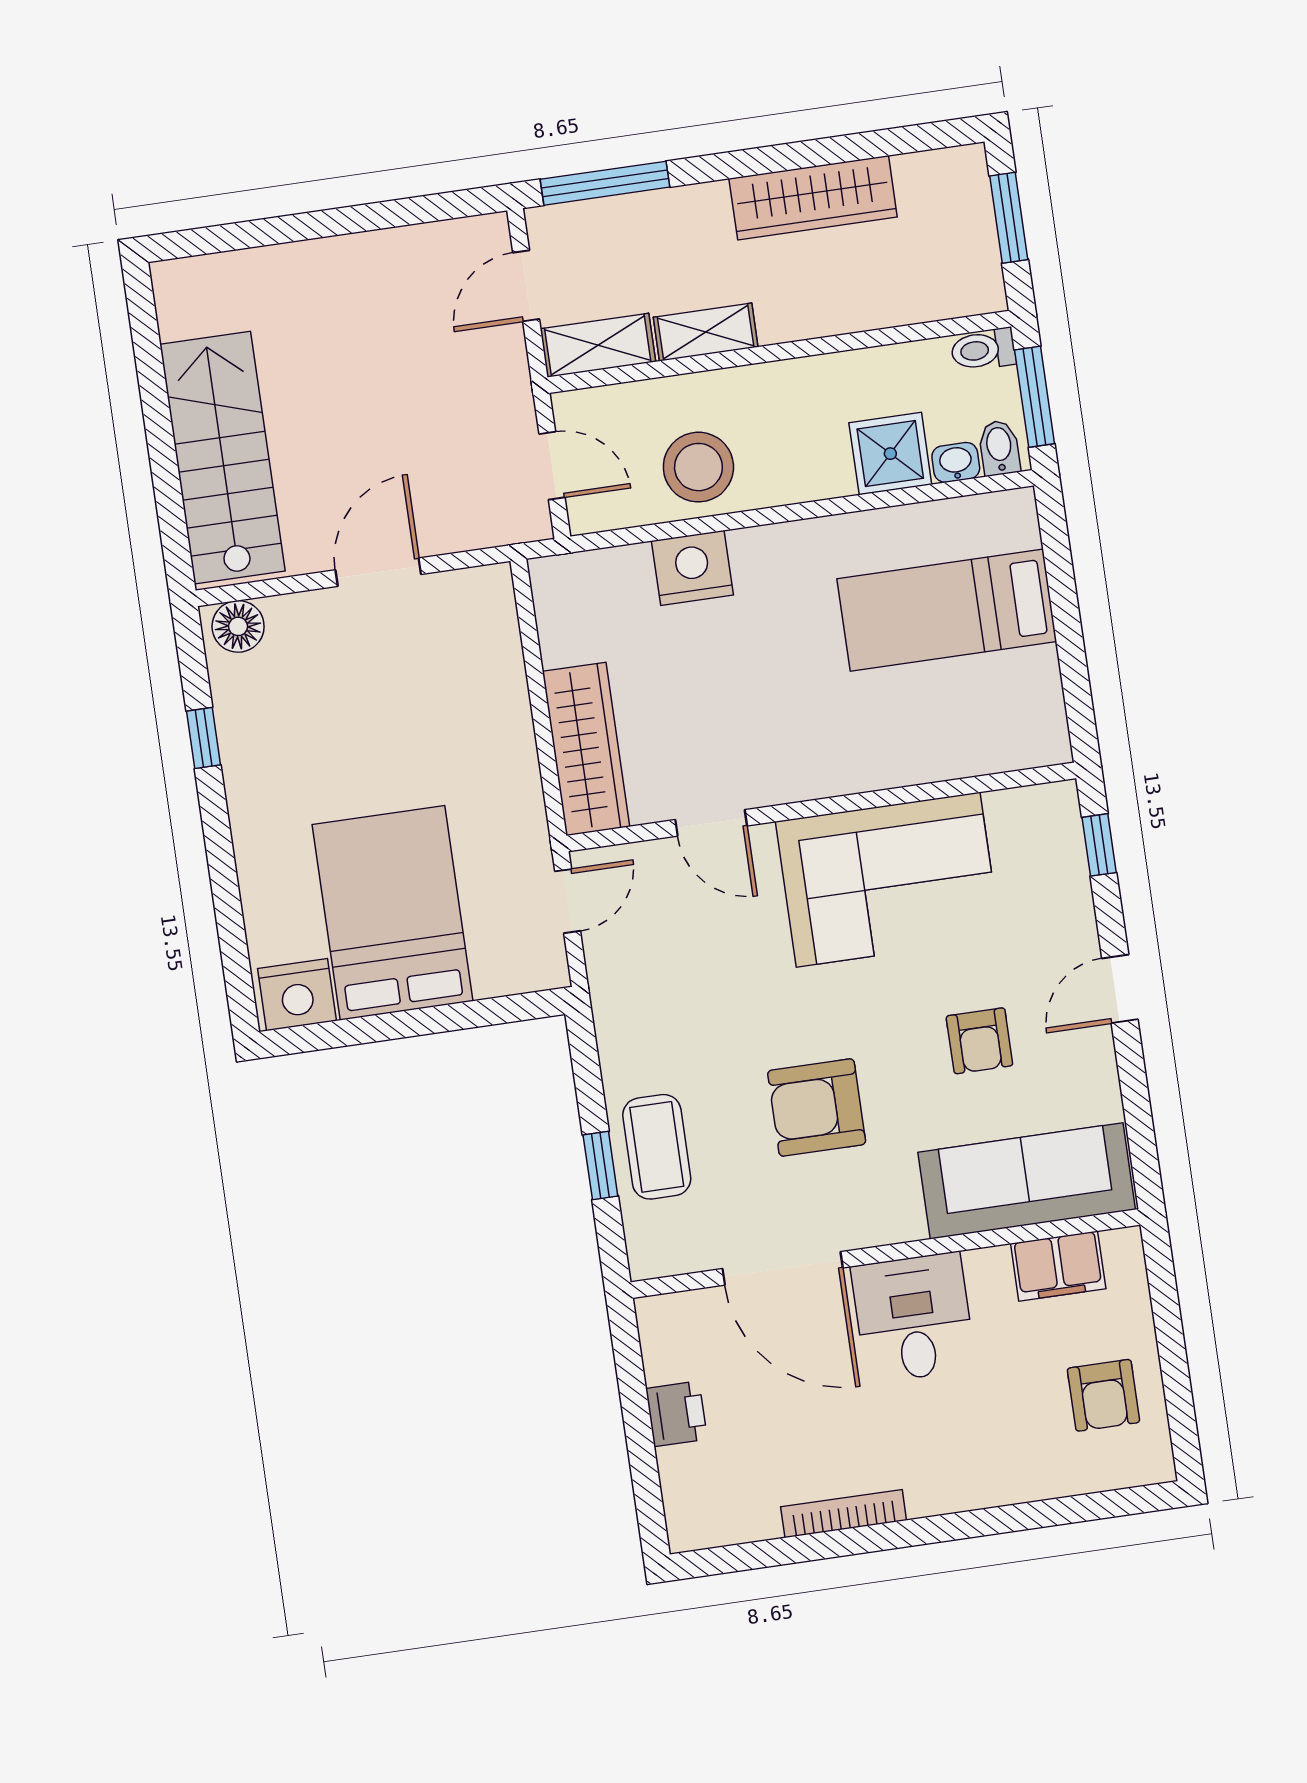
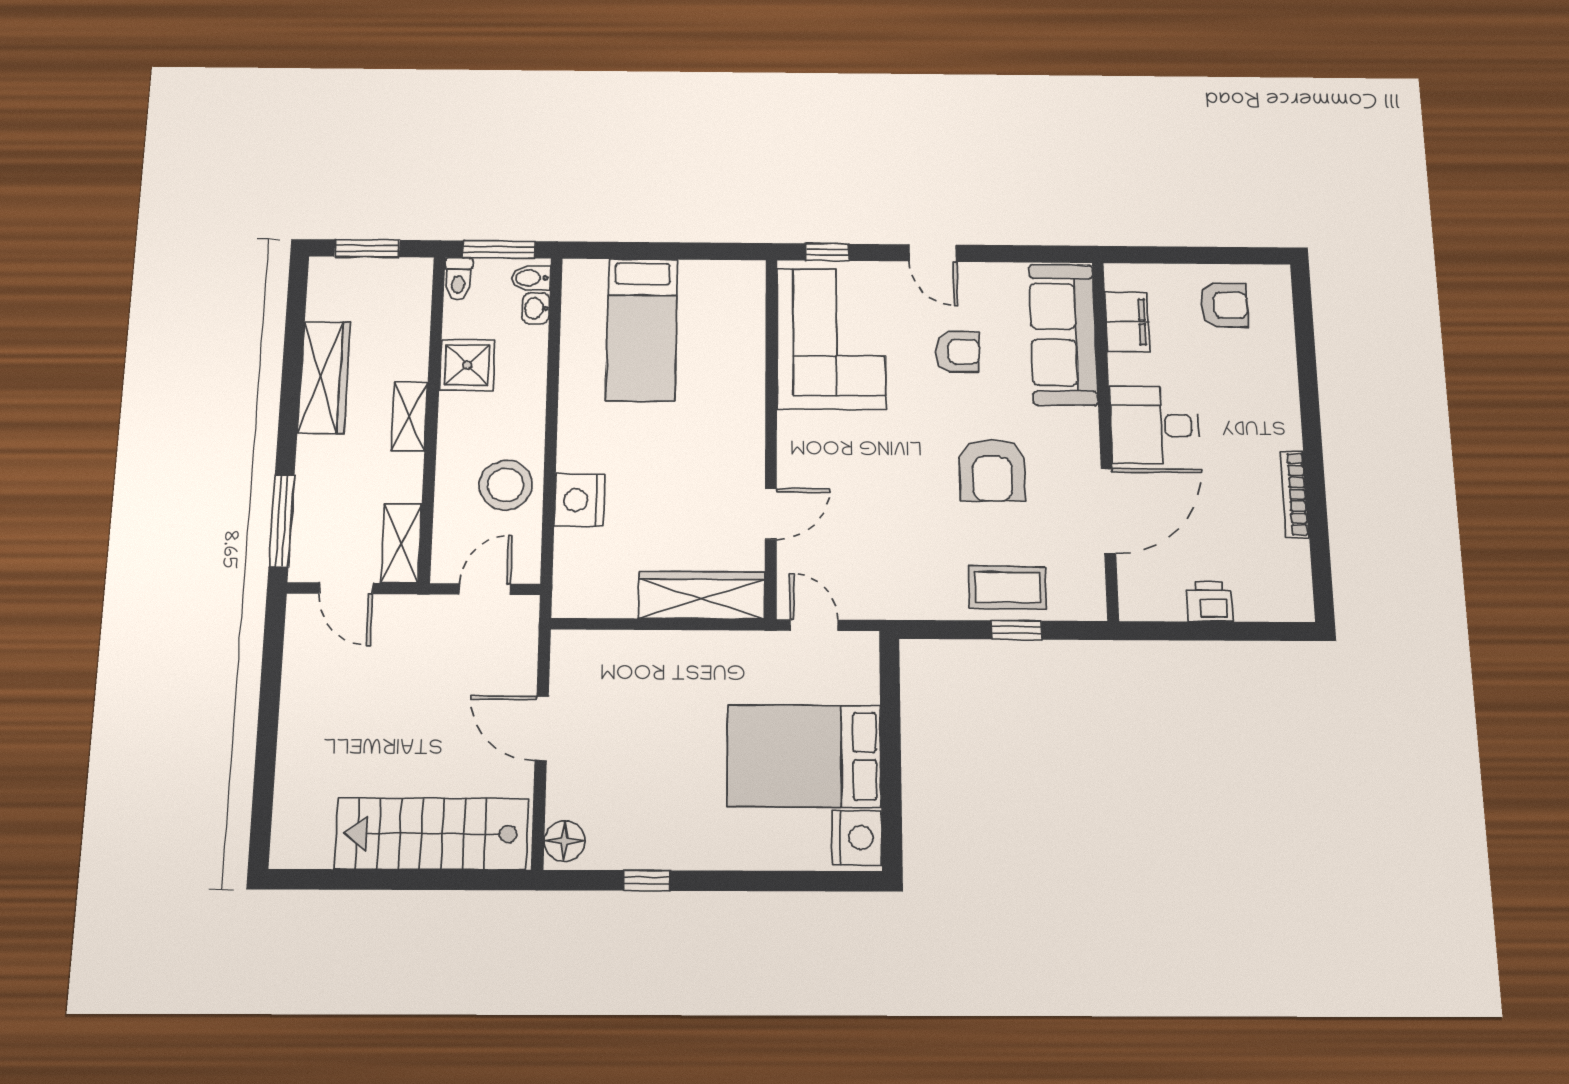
shelving: (706, 332) -> (409, 416), moved
shower: (890, 454) -> (467, 365), moved
corner sofa: (888, 880) -> (831, 339), moved

